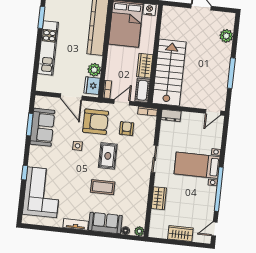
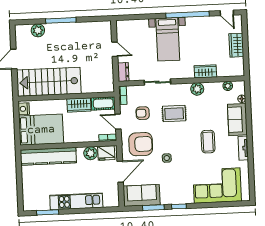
stairs: (169, 73) -> (49, 82), moved
window: (231, 73) -> (61, 20), moved
door: (213, 112) -> (115, 49), moved
armchair: (96, 122) -> (141, 144), turned 90
sofa: (42, 127) -> (142, 195), moved
rug: (108, 156) -> (174, 114), moved
sliding door: (154, 159) -> (157, 82), moved
window: (25, 173) -> (179, 206), moved
coffee table: (103, 187) -> (208, 142), moved
plant: (142, 187) -> (197, 89), added
plant: (139, 231) -> (228, 86), moved

